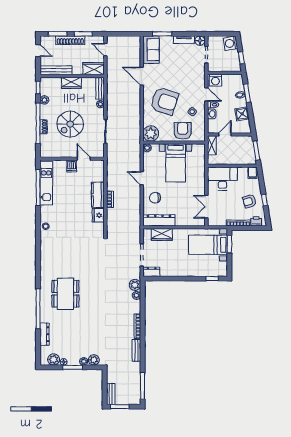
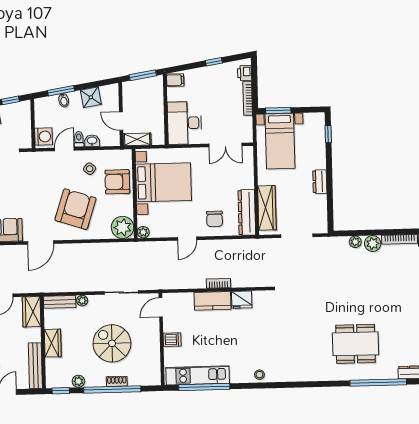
spiral stairs: (70, 124) -> (112, 343), turned 180
door: (84, 159) -> (161, 307), moved
bed with nightstands: (176, 163) -> (163, 182), width x1.36
armchair: (249, 201) -> (216, 83), removed
wardrobe: (162, 234) -> (267, 208), width x1.50
dresser: (152, 272) -> (320, 182), moved
plant: (135, 285) -> (373, 244), moved

